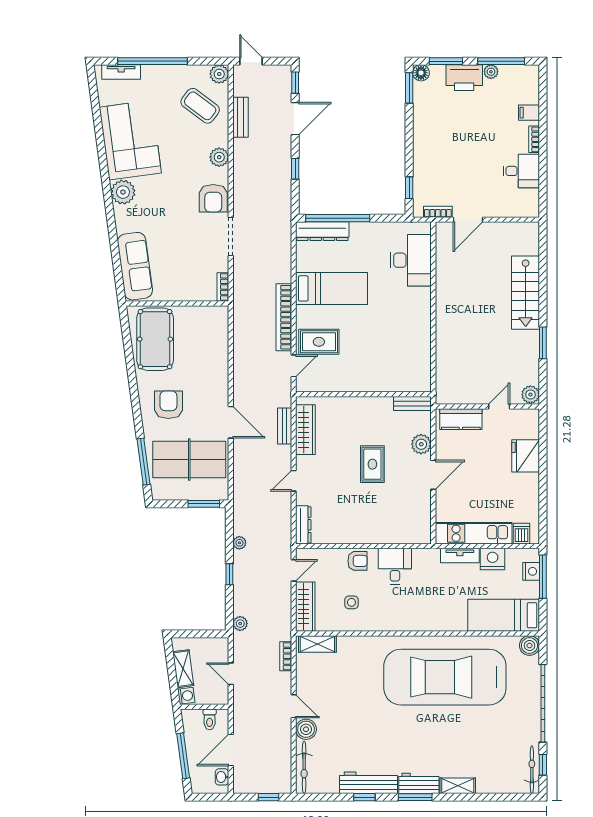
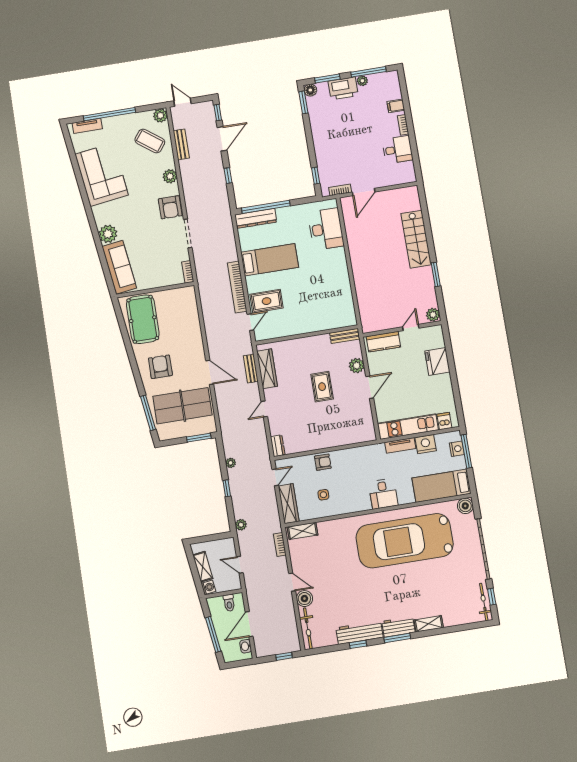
plant: (123, 192) -> (108, 234), moved
dresser: (303, 525) -> (278, 446), width x0.70
desk: (395, 566) -> (383, 494), moved, turned 180

